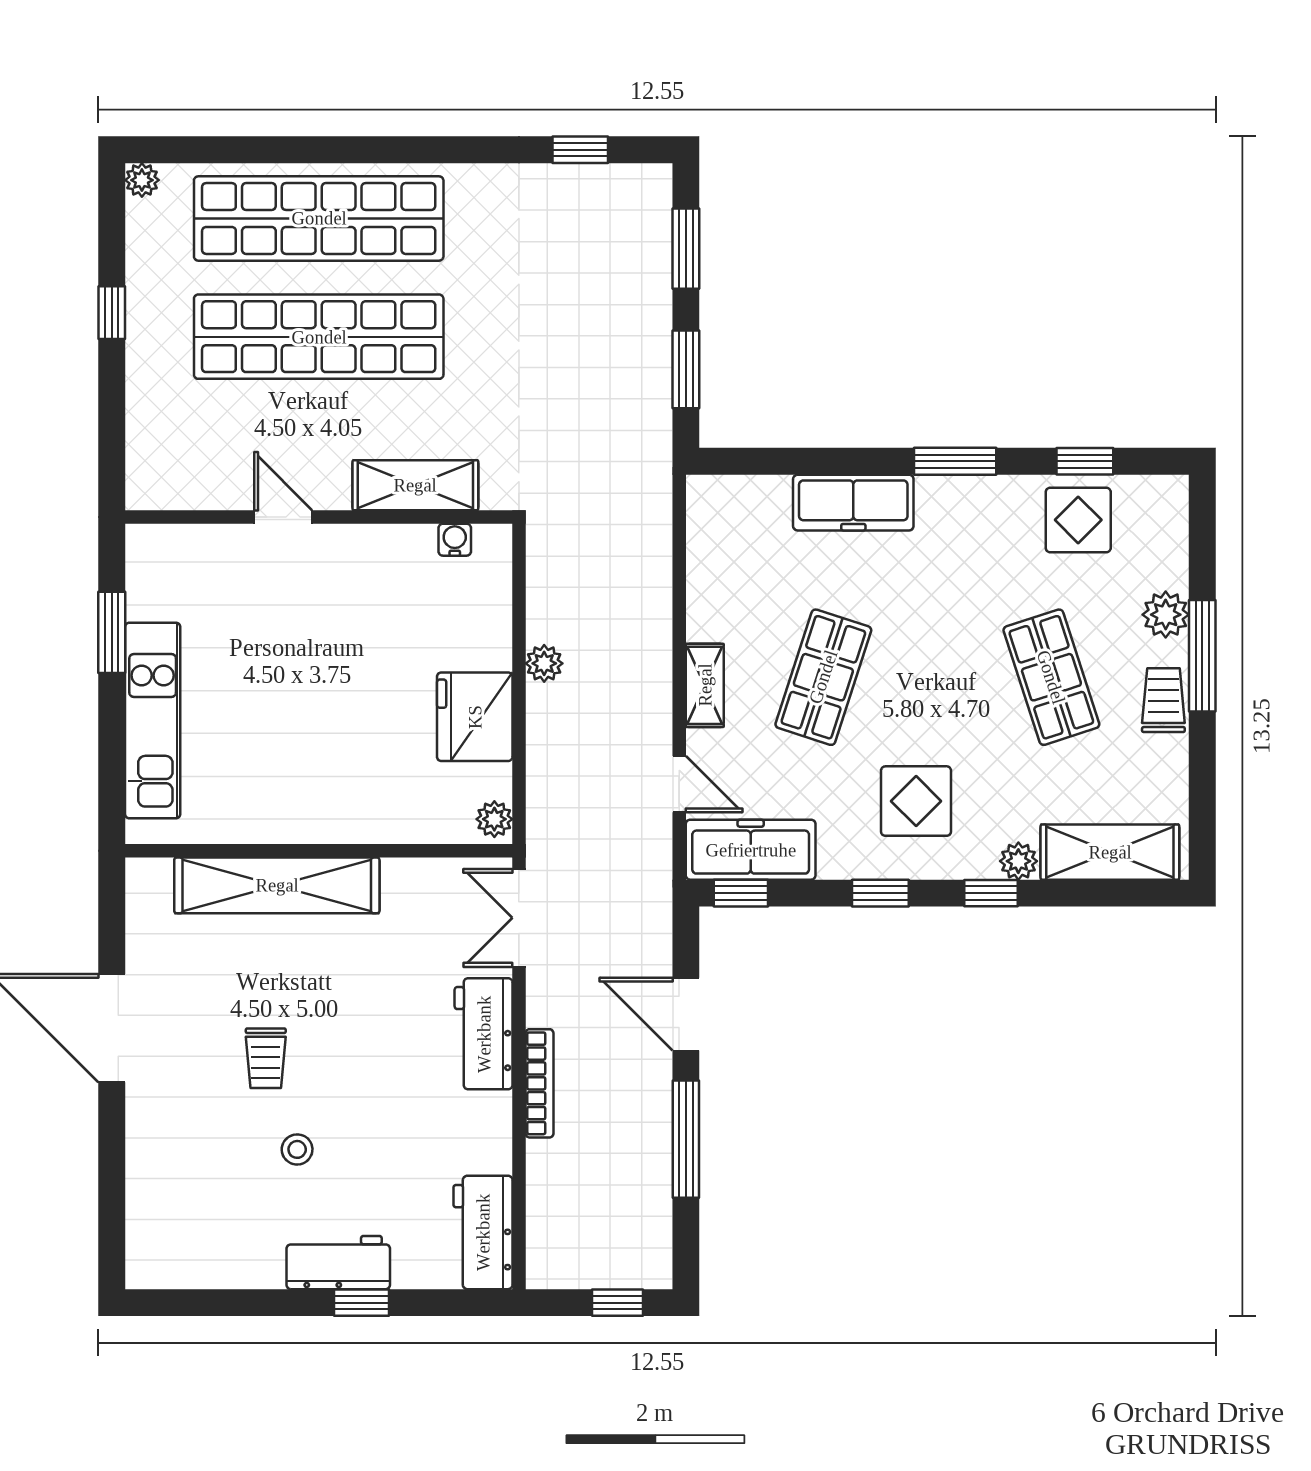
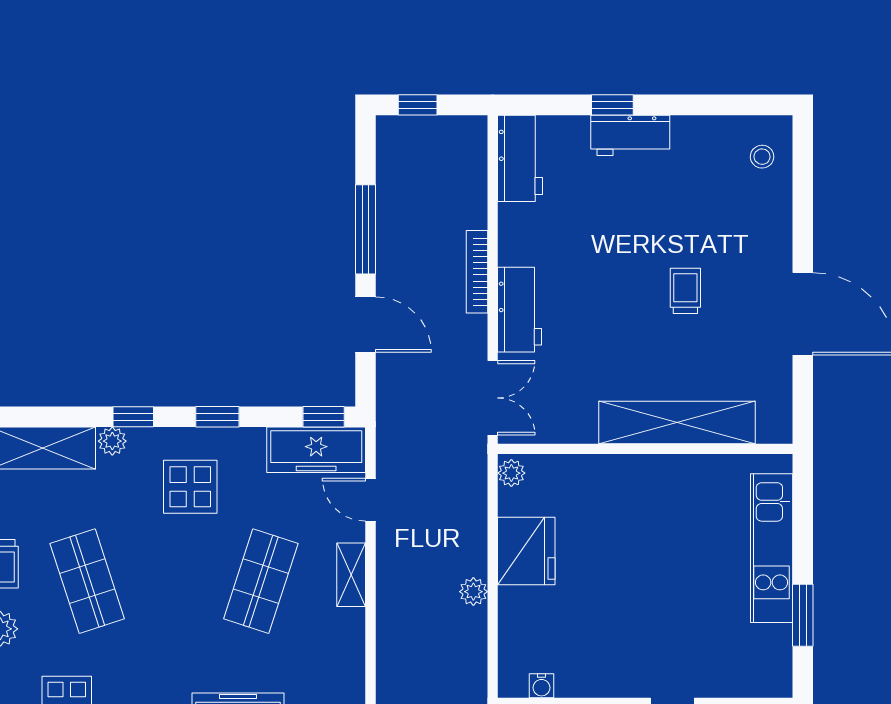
stool: (297, 1149) -> (762, 157), moved

